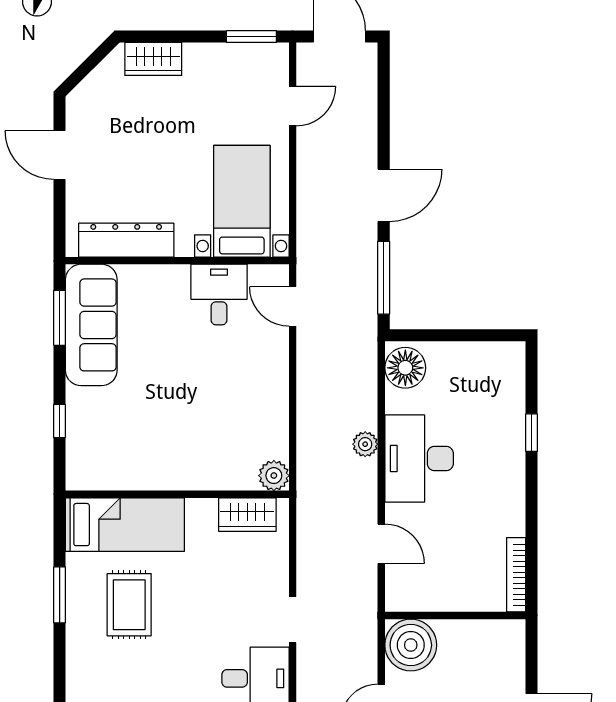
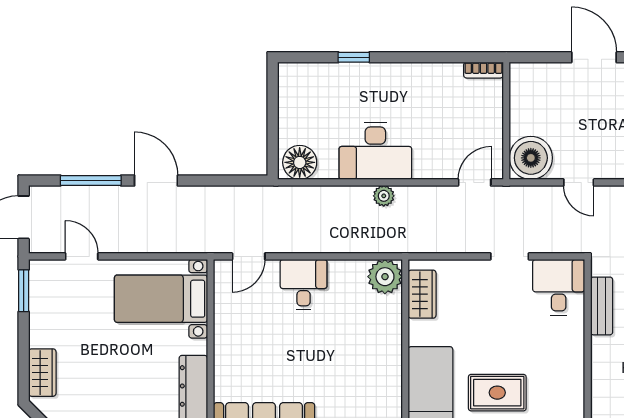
window: (384, 278) -> (91, 180), moved
desk: (219, 295) -> (304, 285), moved, turned 90
plant: (365, 444) -> (384, 196), moved
plant: (274, 476) -> (385, 277), width x1.36, depth x1.36
door: (381, 544) -> (475, 182), moved
bookcase: (516, 575) -> (483, 70), width x0.64

